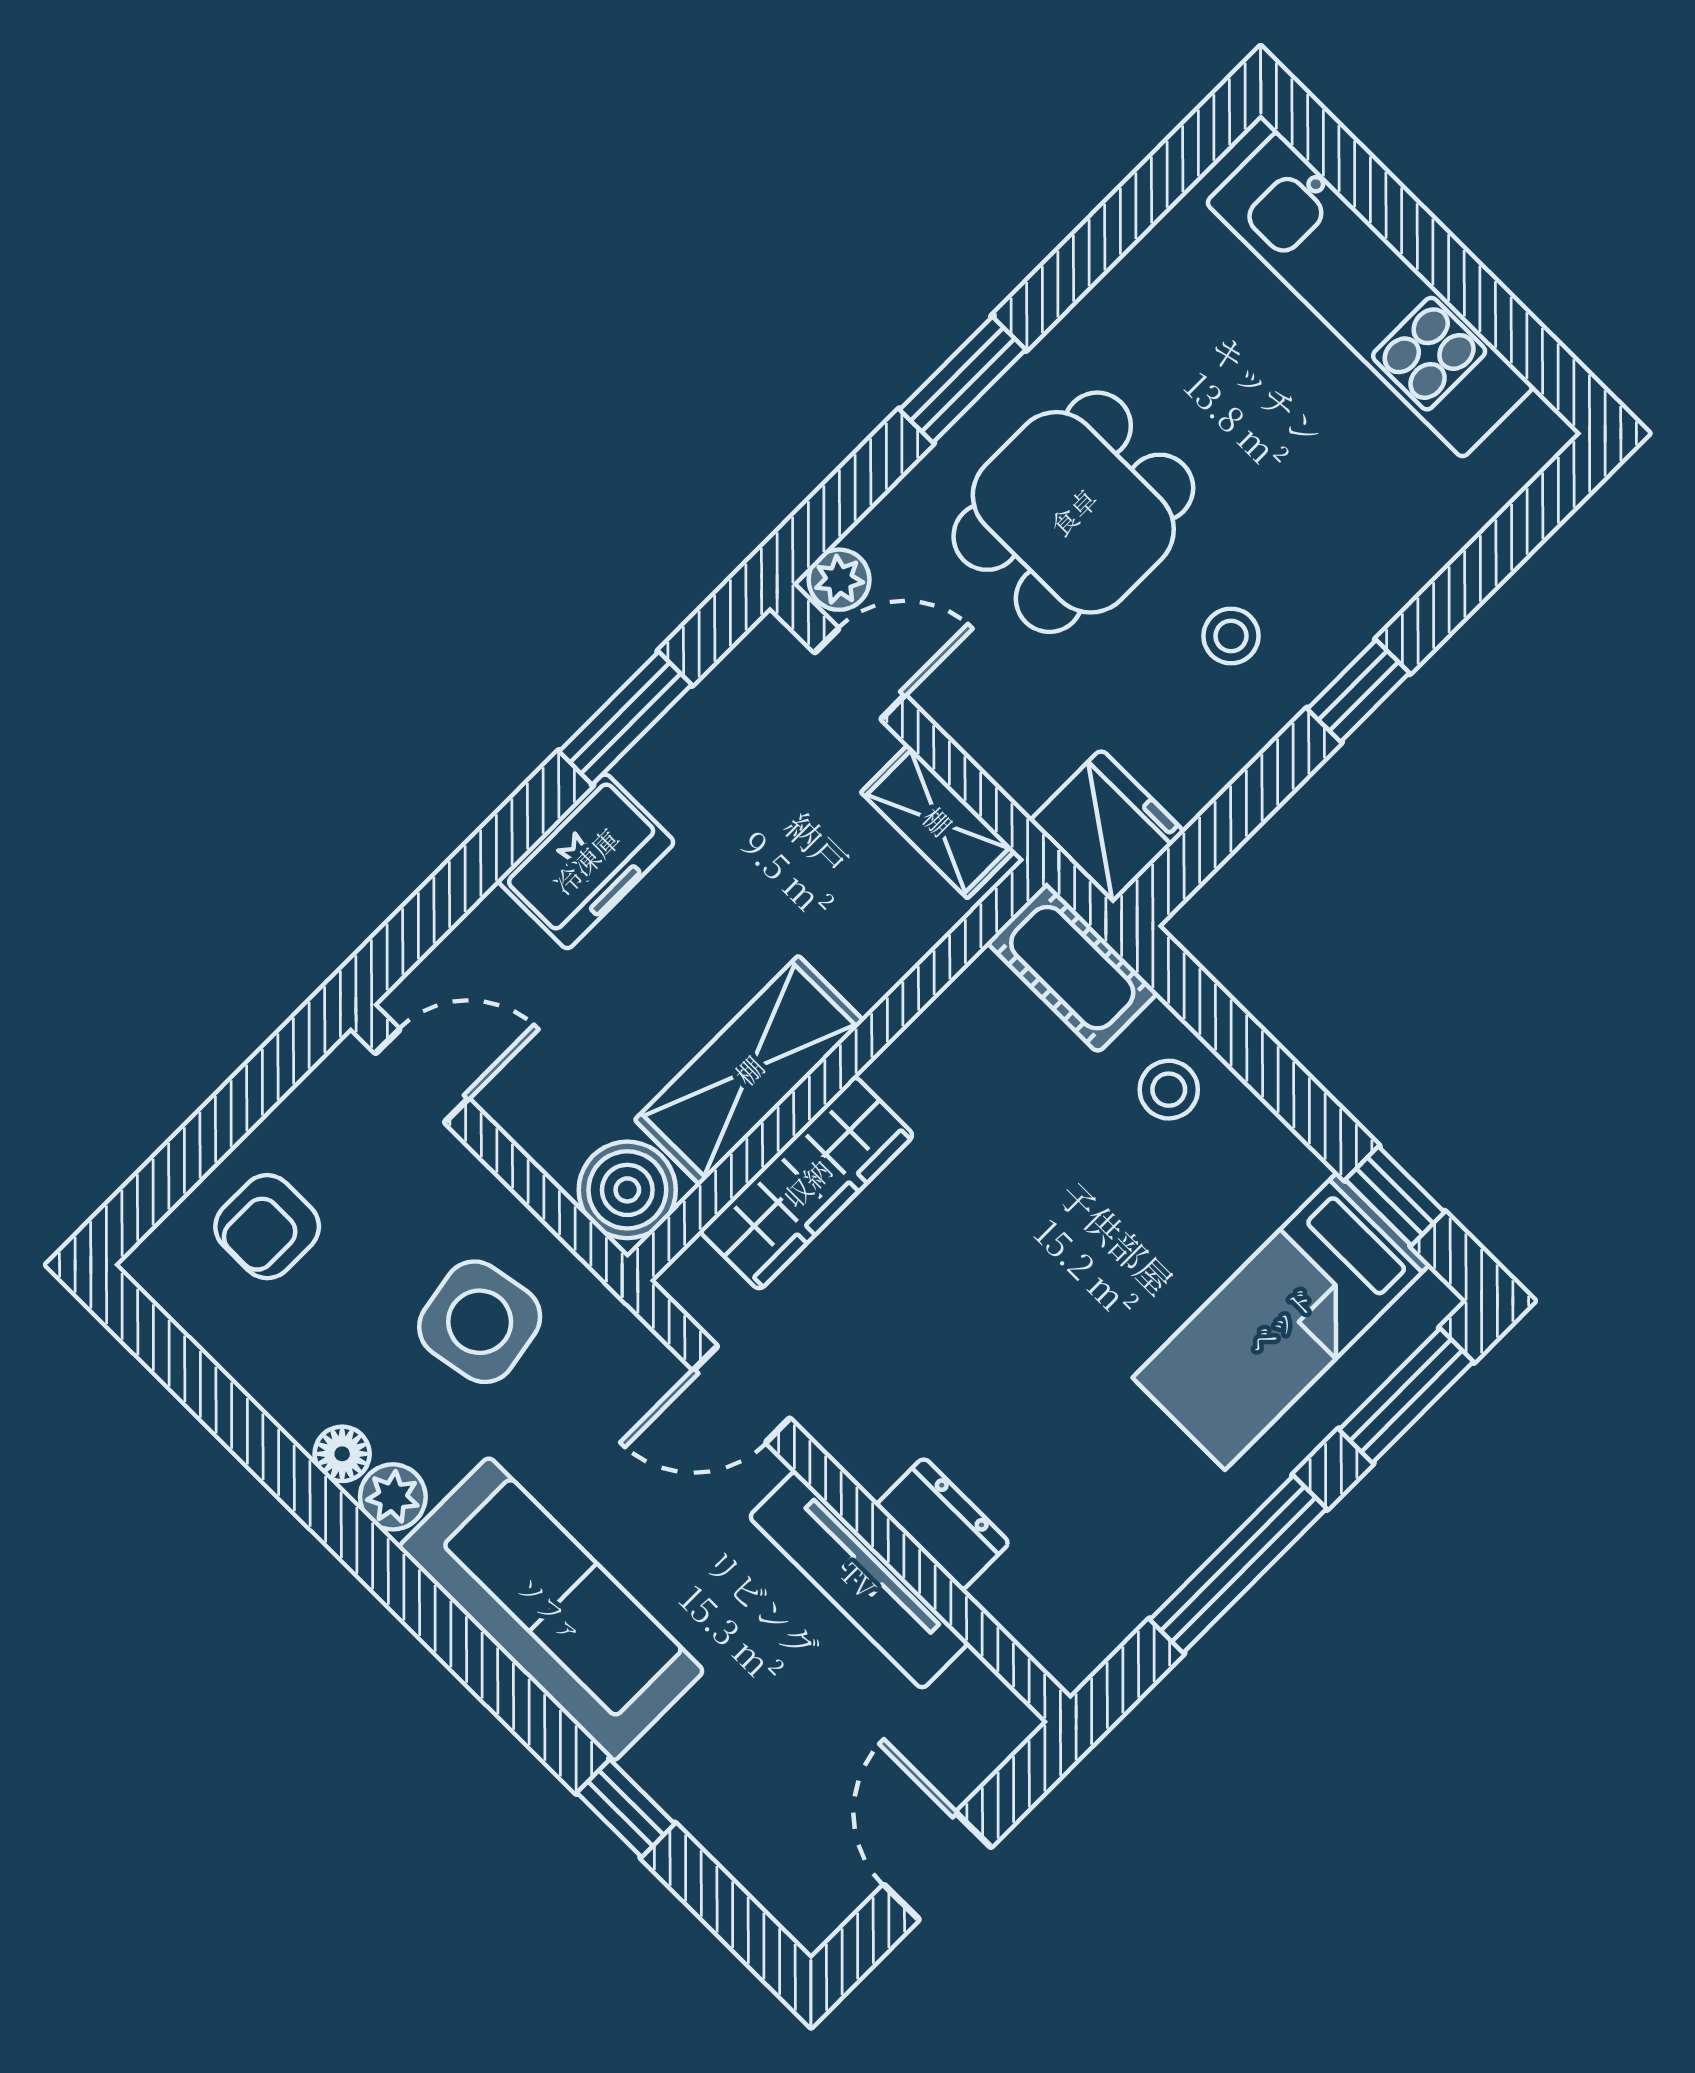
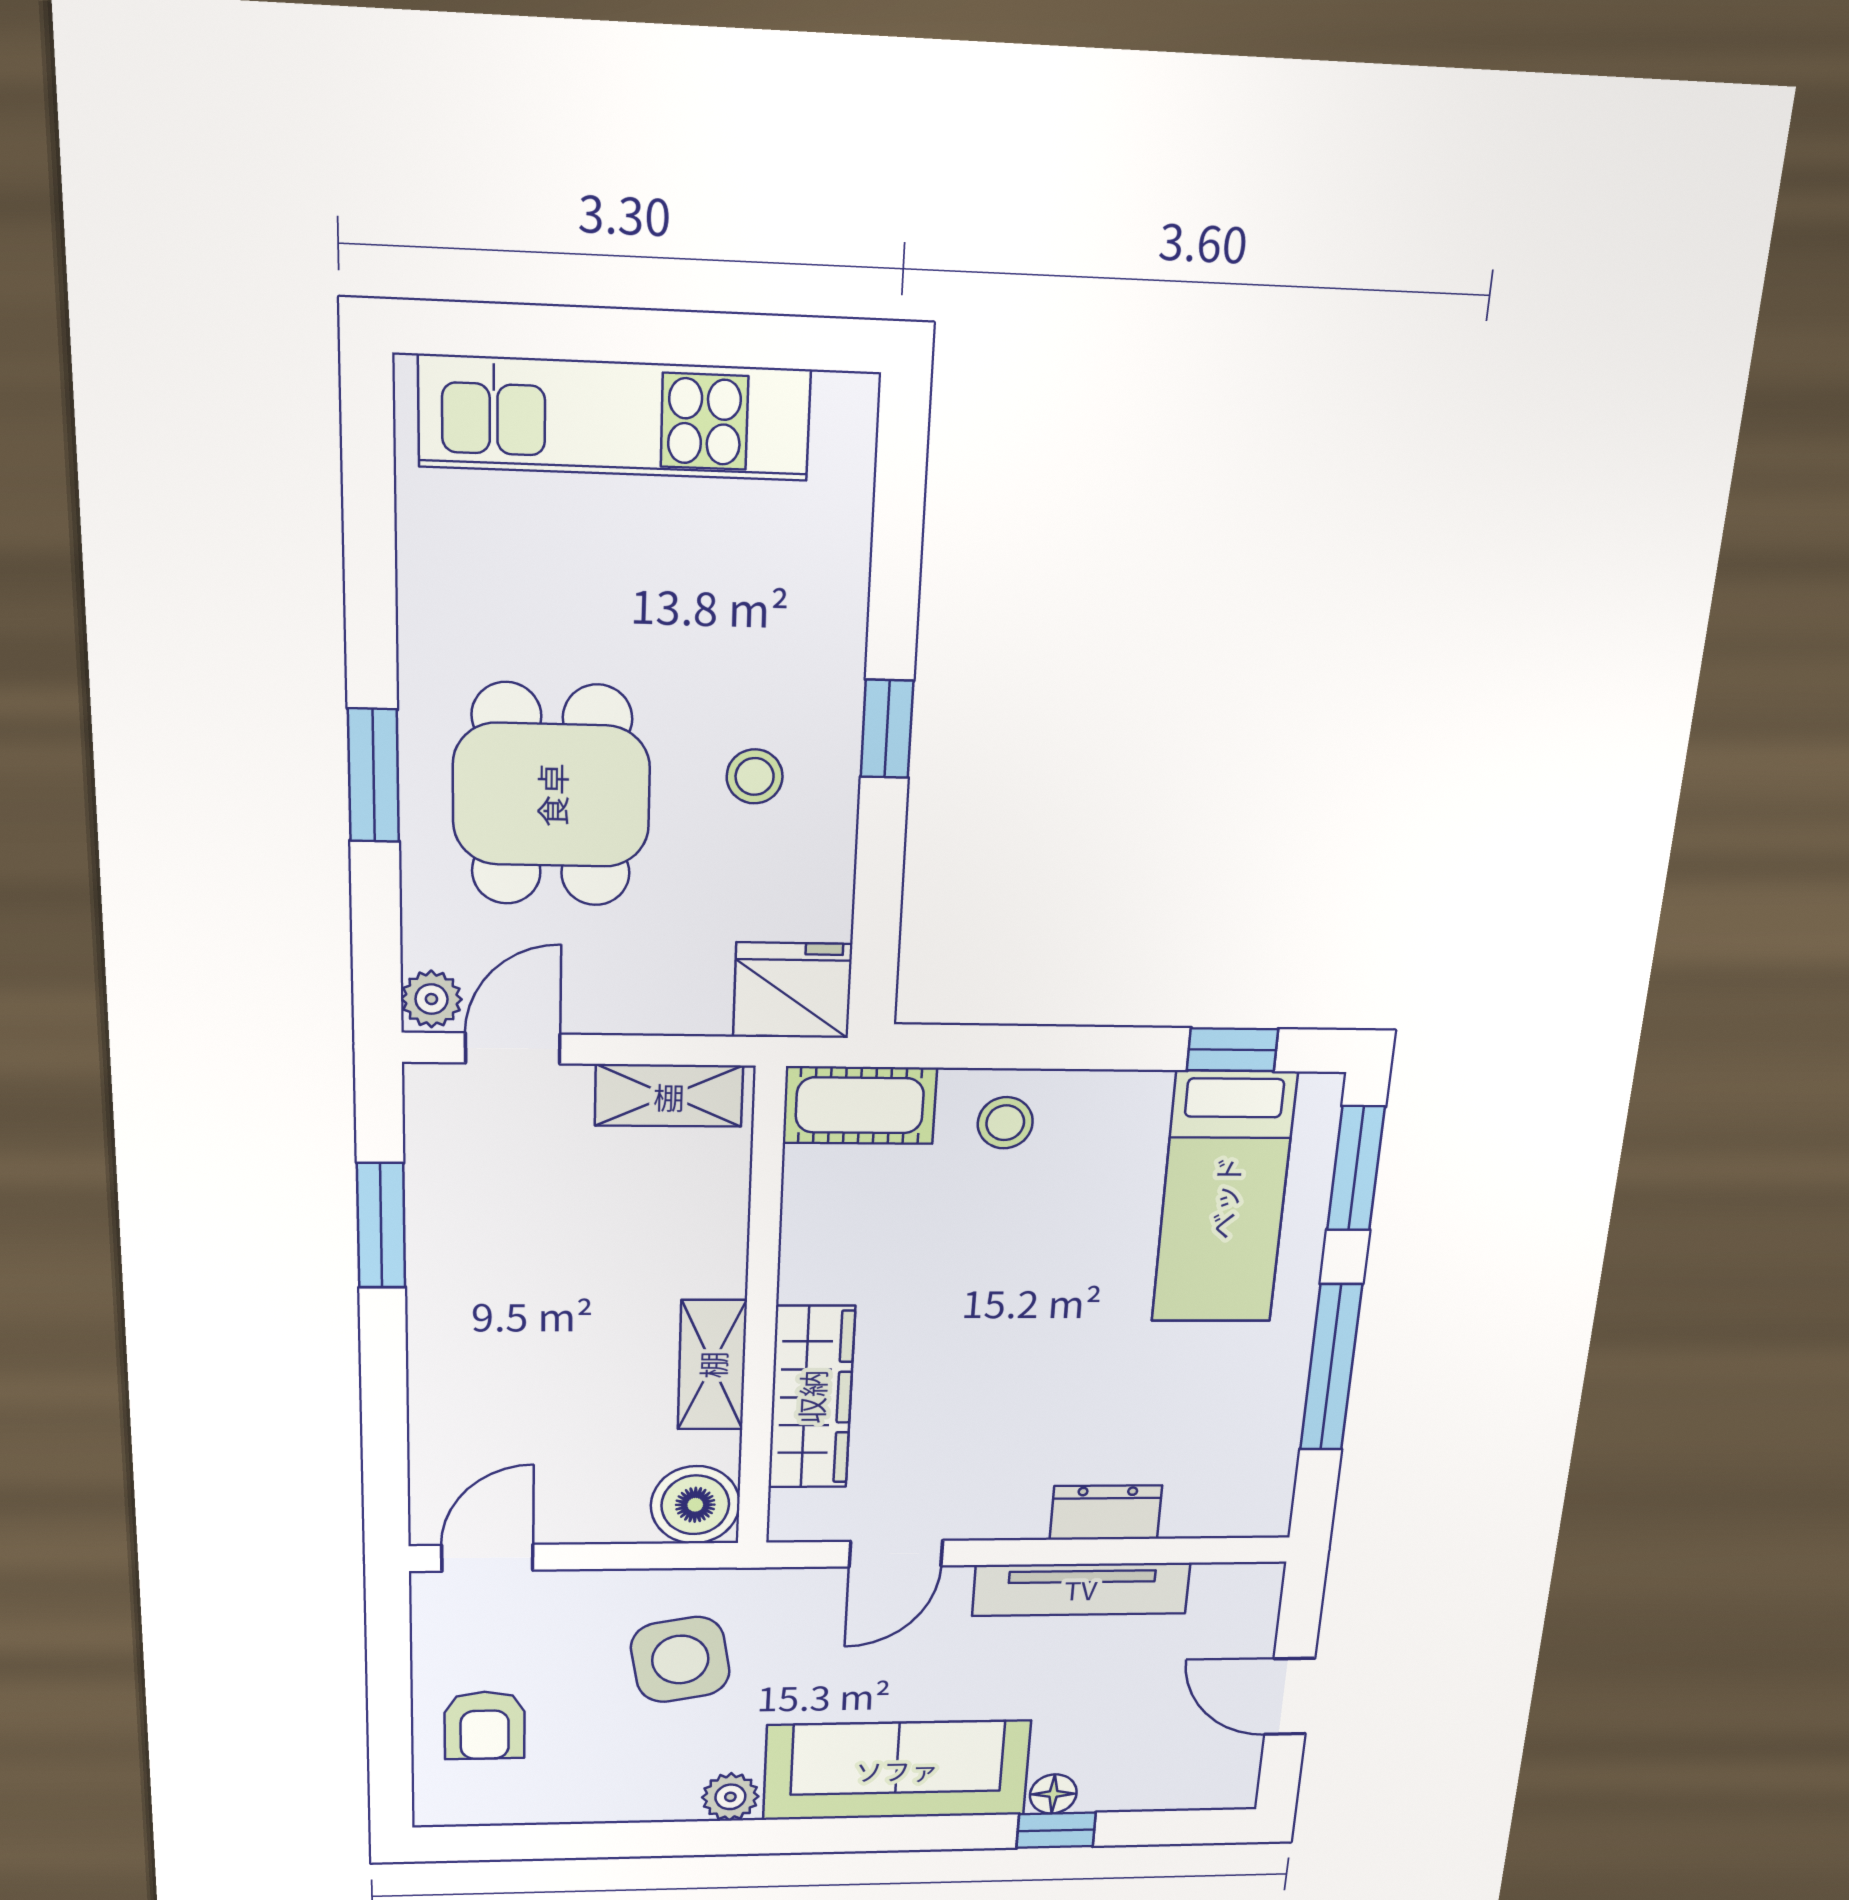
freezer: (586, 861) -> (453, 1338), removed
shelving: (749, 1070) -> (712, 1365), width x0.67, depth x0.75
floor lamp: (342, 1454) -> (1053, 1794), moved

